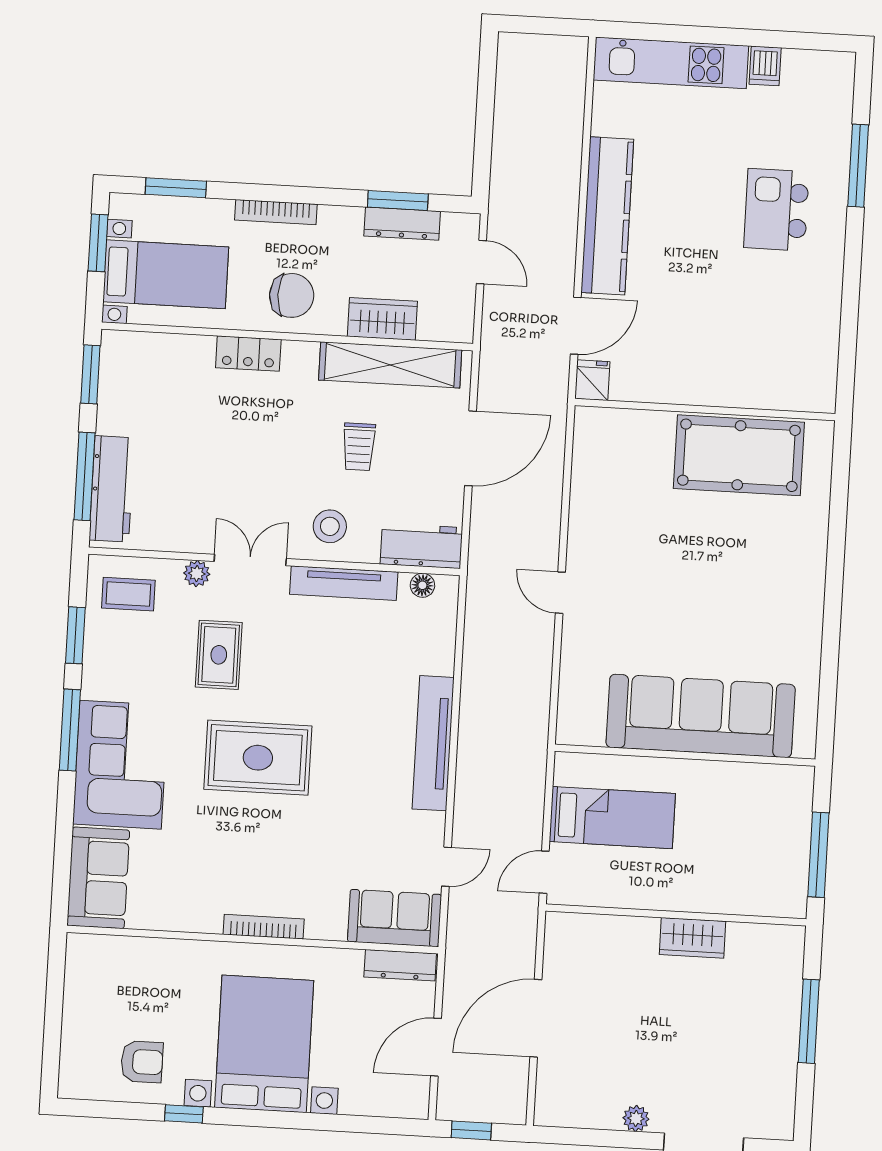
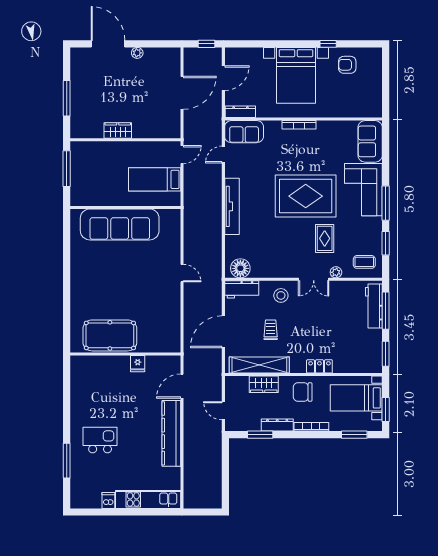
kitchen island: (776, 210) -> (100, 440), turned -90
dresser: (402, 224) -> (277, 425), moved
fridge: (592, 380) -> (138, 364), moved
tv unit: (344, 583) -> (274, 272), removed
floor lamp: (422, 585) -> (240, 268), width x1.89, depth x1.89
rug: (258, 758) -> (306, 196), width x1.37, depth x1.44

